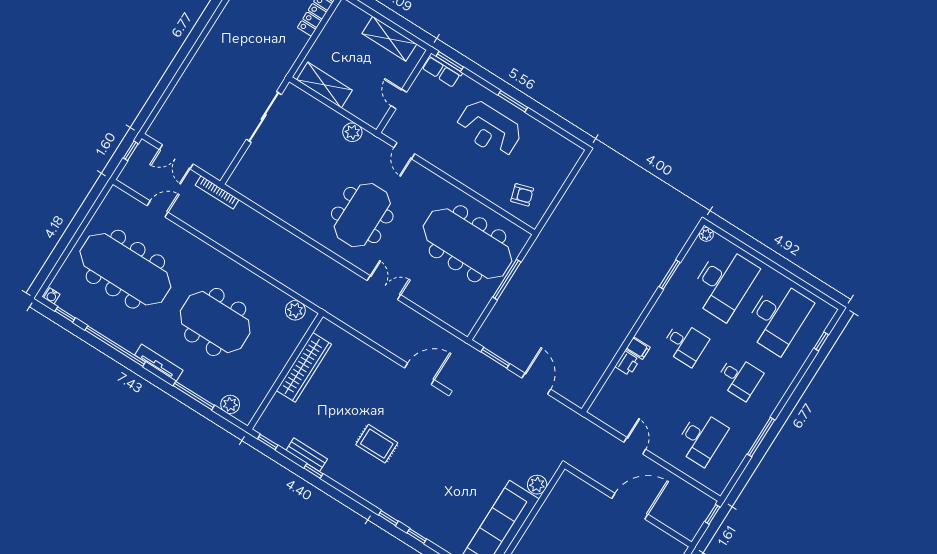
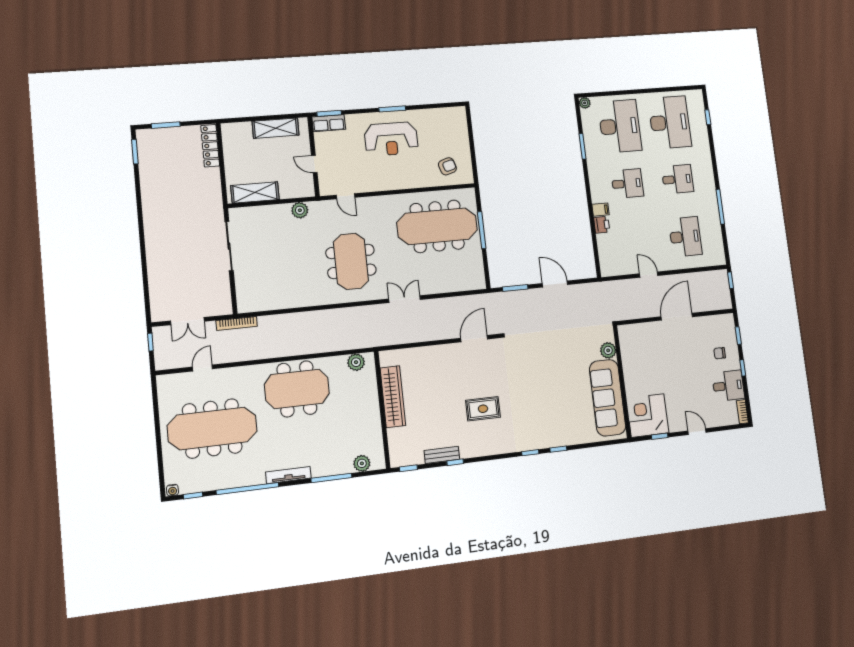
meeting table: (215, 322) -> (297, 389), moved

